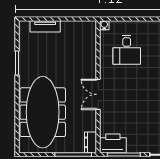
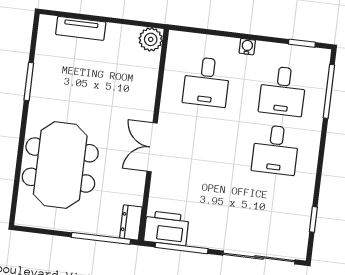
water cooler: (104, 25) -> (247, 47), moved
plant: (89, 28) -> (151, 39), added
meeting table: (43, 112) -> (60, 165), width x0.73

